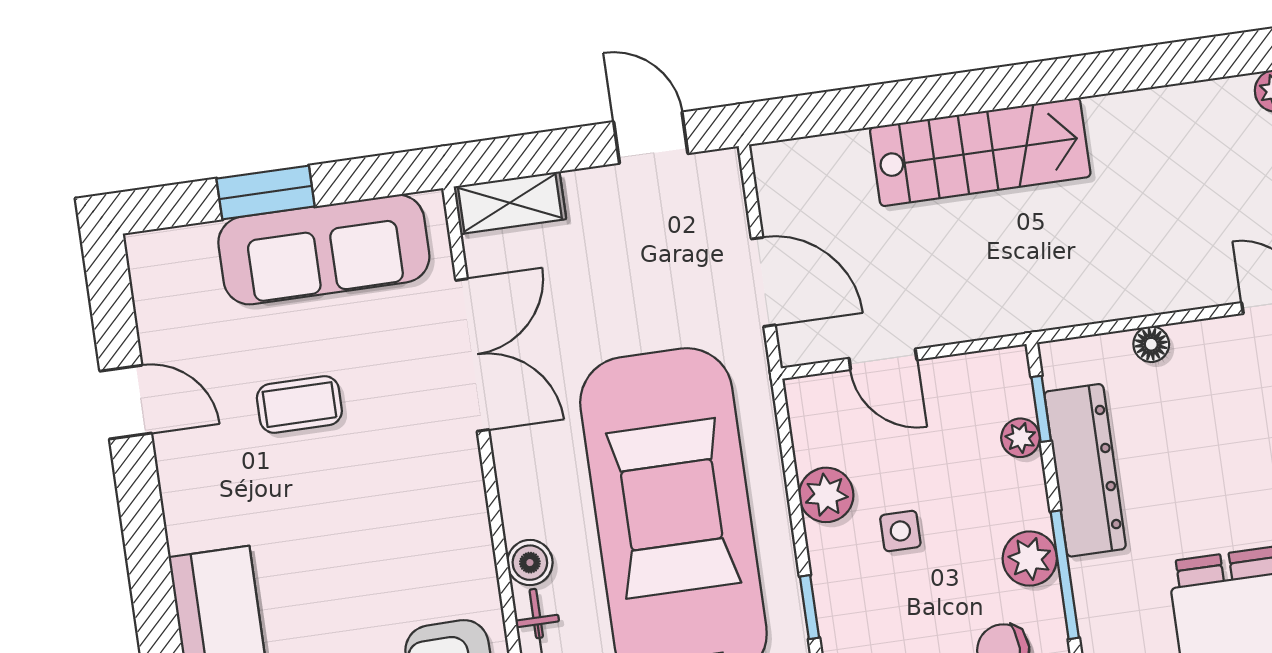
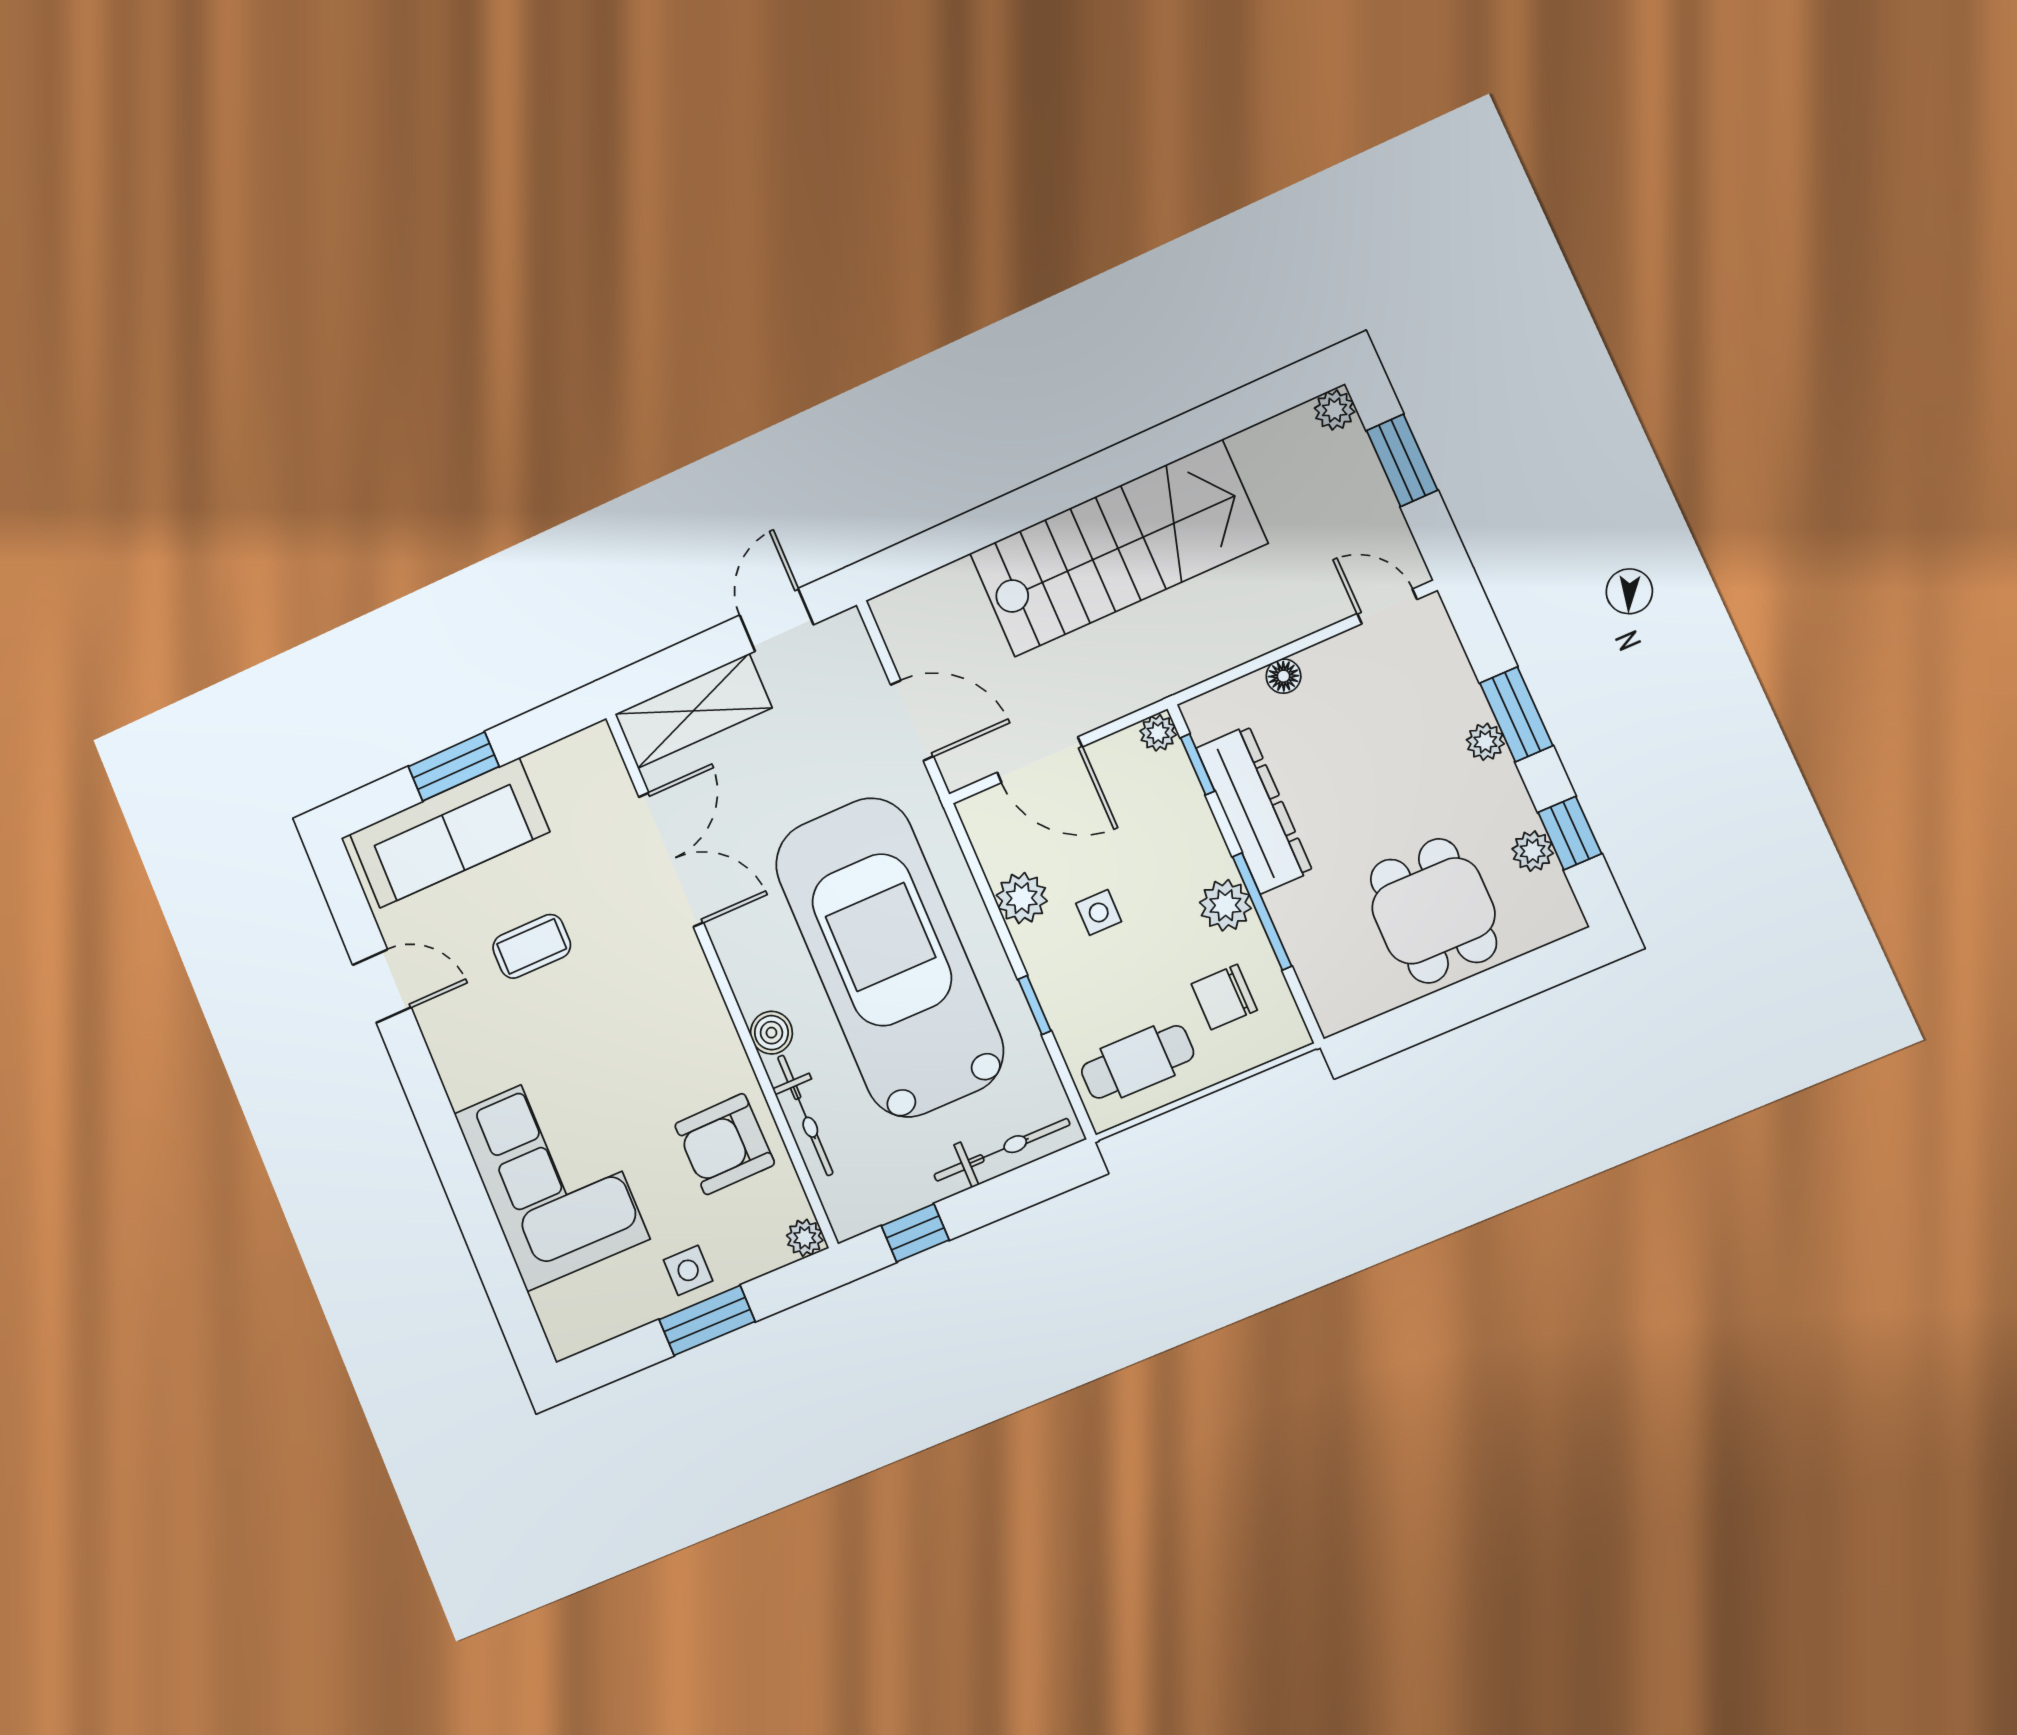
door: (651, 138) -> (777, 620), hinge flipped
stairs: (980, 152) -> (1118, 548), width x1.36, depth x1.51
shelving: (510, 203) -> (693, 711), width x1.50, depth x1.33
sofa: (324, 250) -> (449, 833), moved
door: (883, 359) -> (1040, 760), width x1.38
plant: (1021, 438) -> (1158, 733), moved

